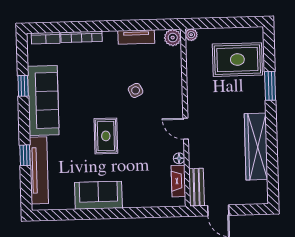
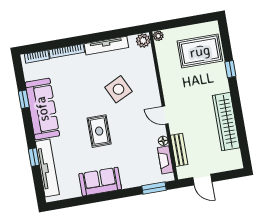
tv unit: (136, 37) -> (106, 46), width x1.41
window: (270, 86) -> (230, 69), width x0.67
side table: (136, 90) -> (118, 89), width x1.87, depth x1.87
bench: (197, 187) -> (179, 150), moved
window: (160, 212) -> (154, 188), added

